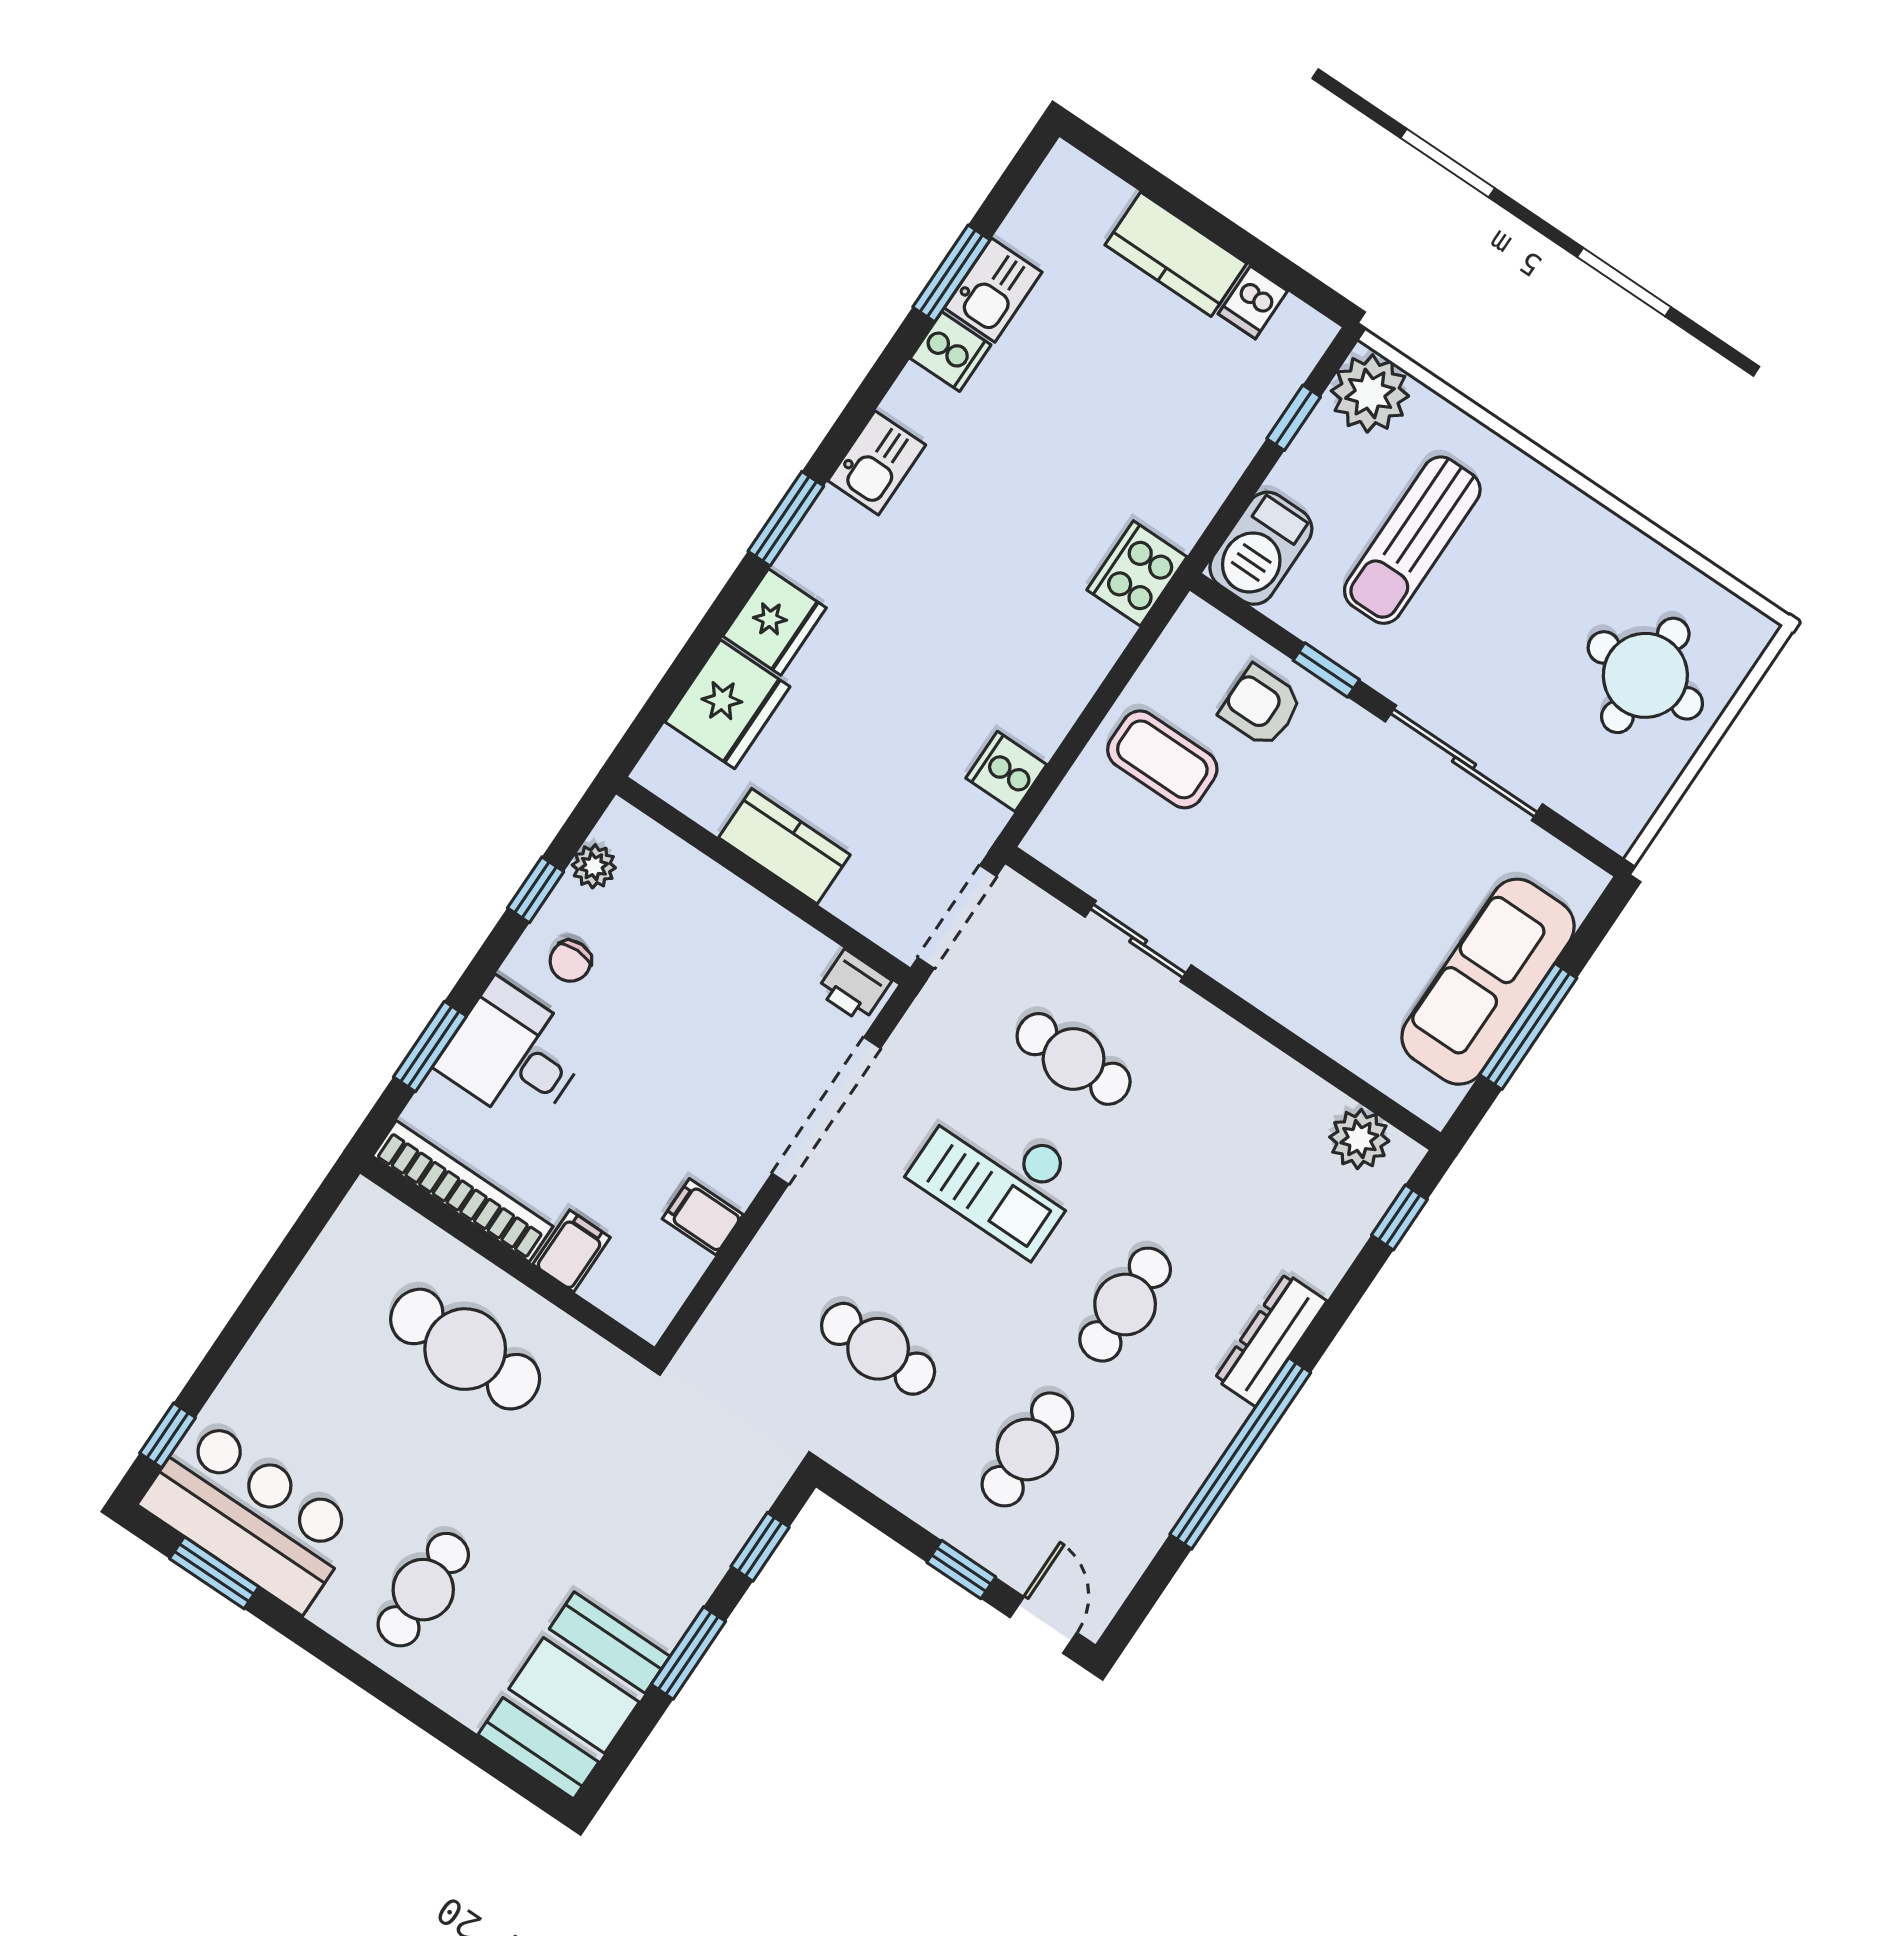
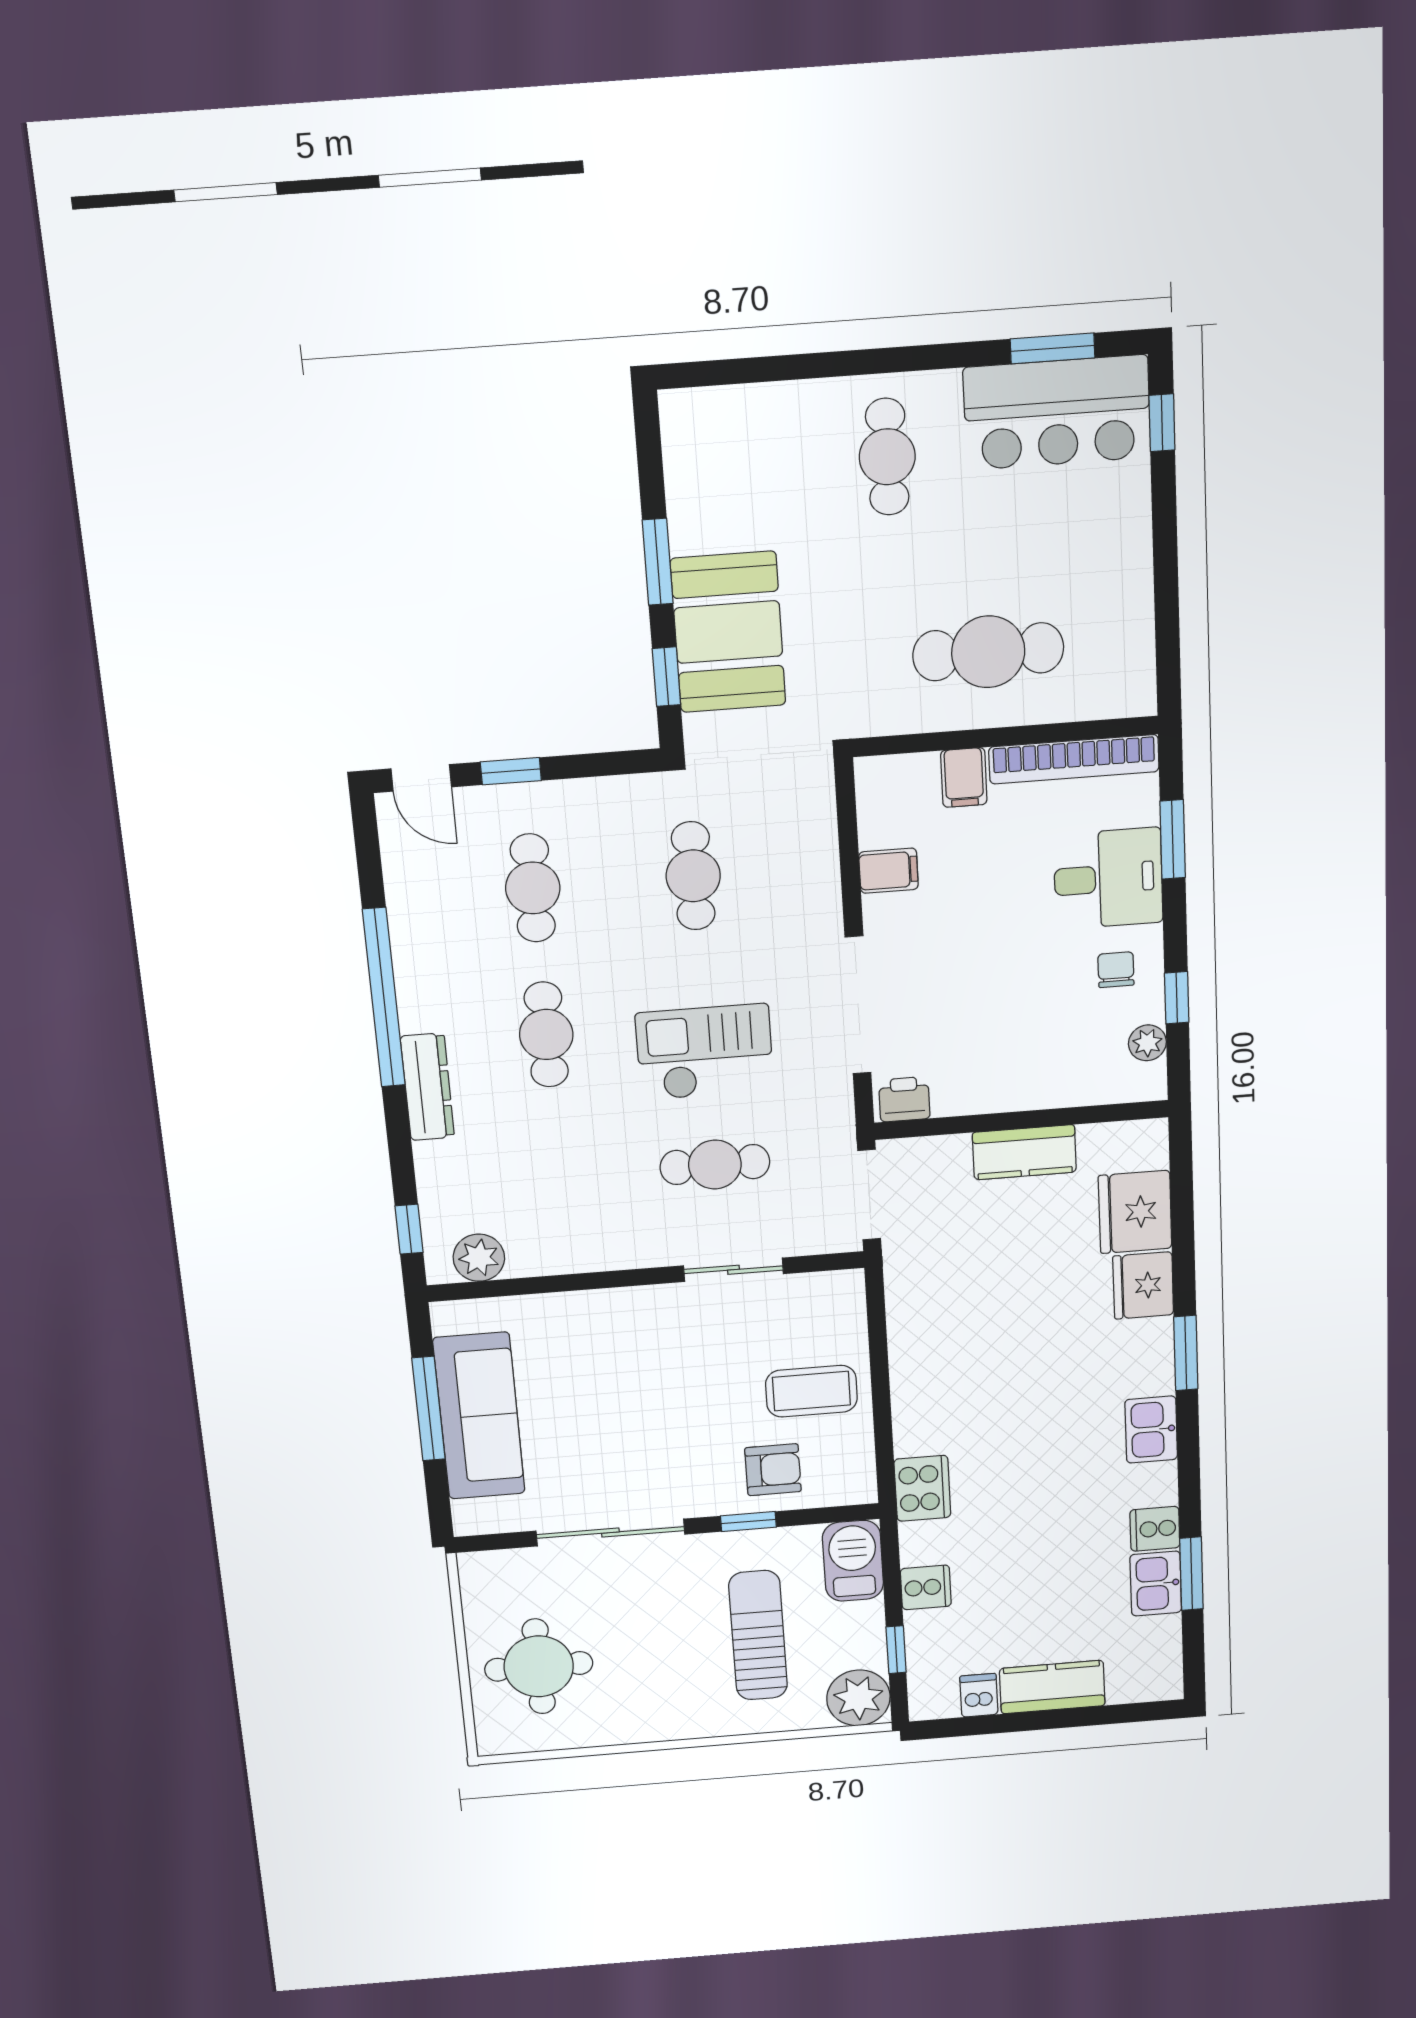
cooker: (1006, 771) -> (926, 1587), moved
cafe table: (878, 1349) -> (693, 876), turned 90
booth: (574, 1695) -> (728, 632), moved

